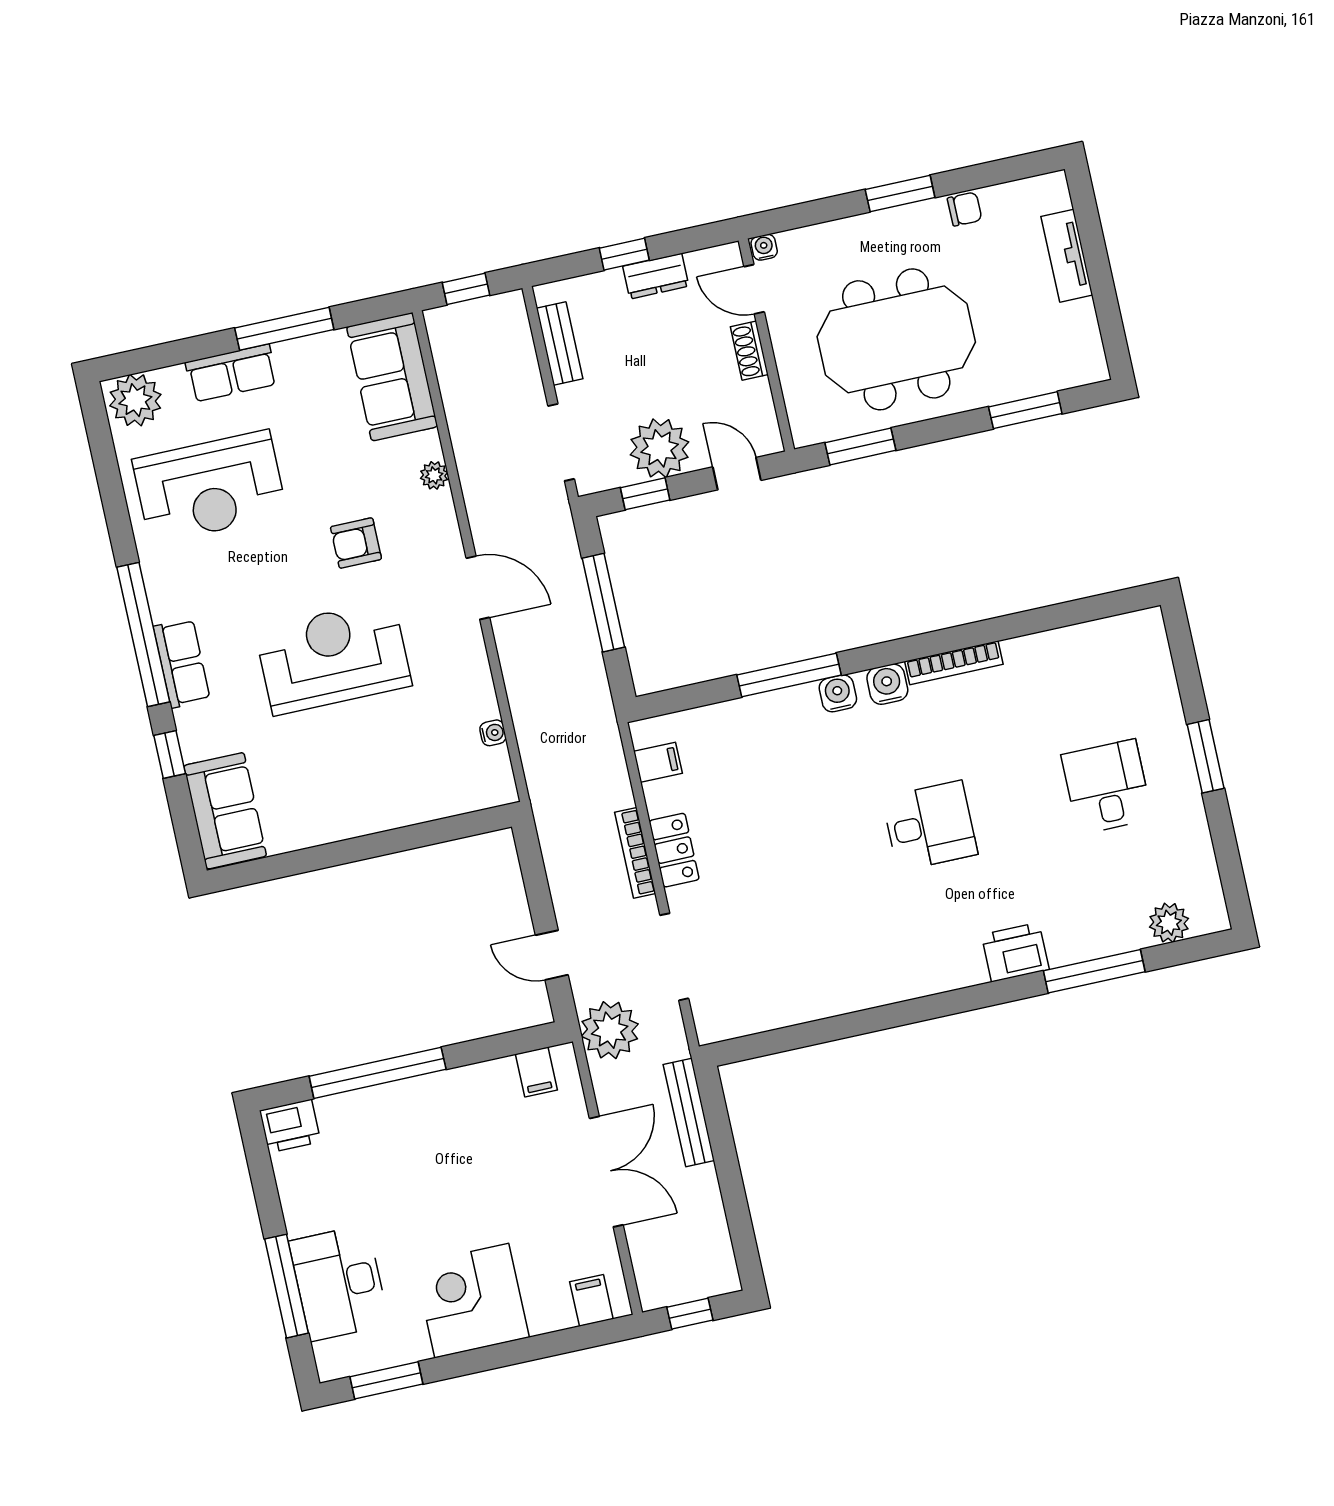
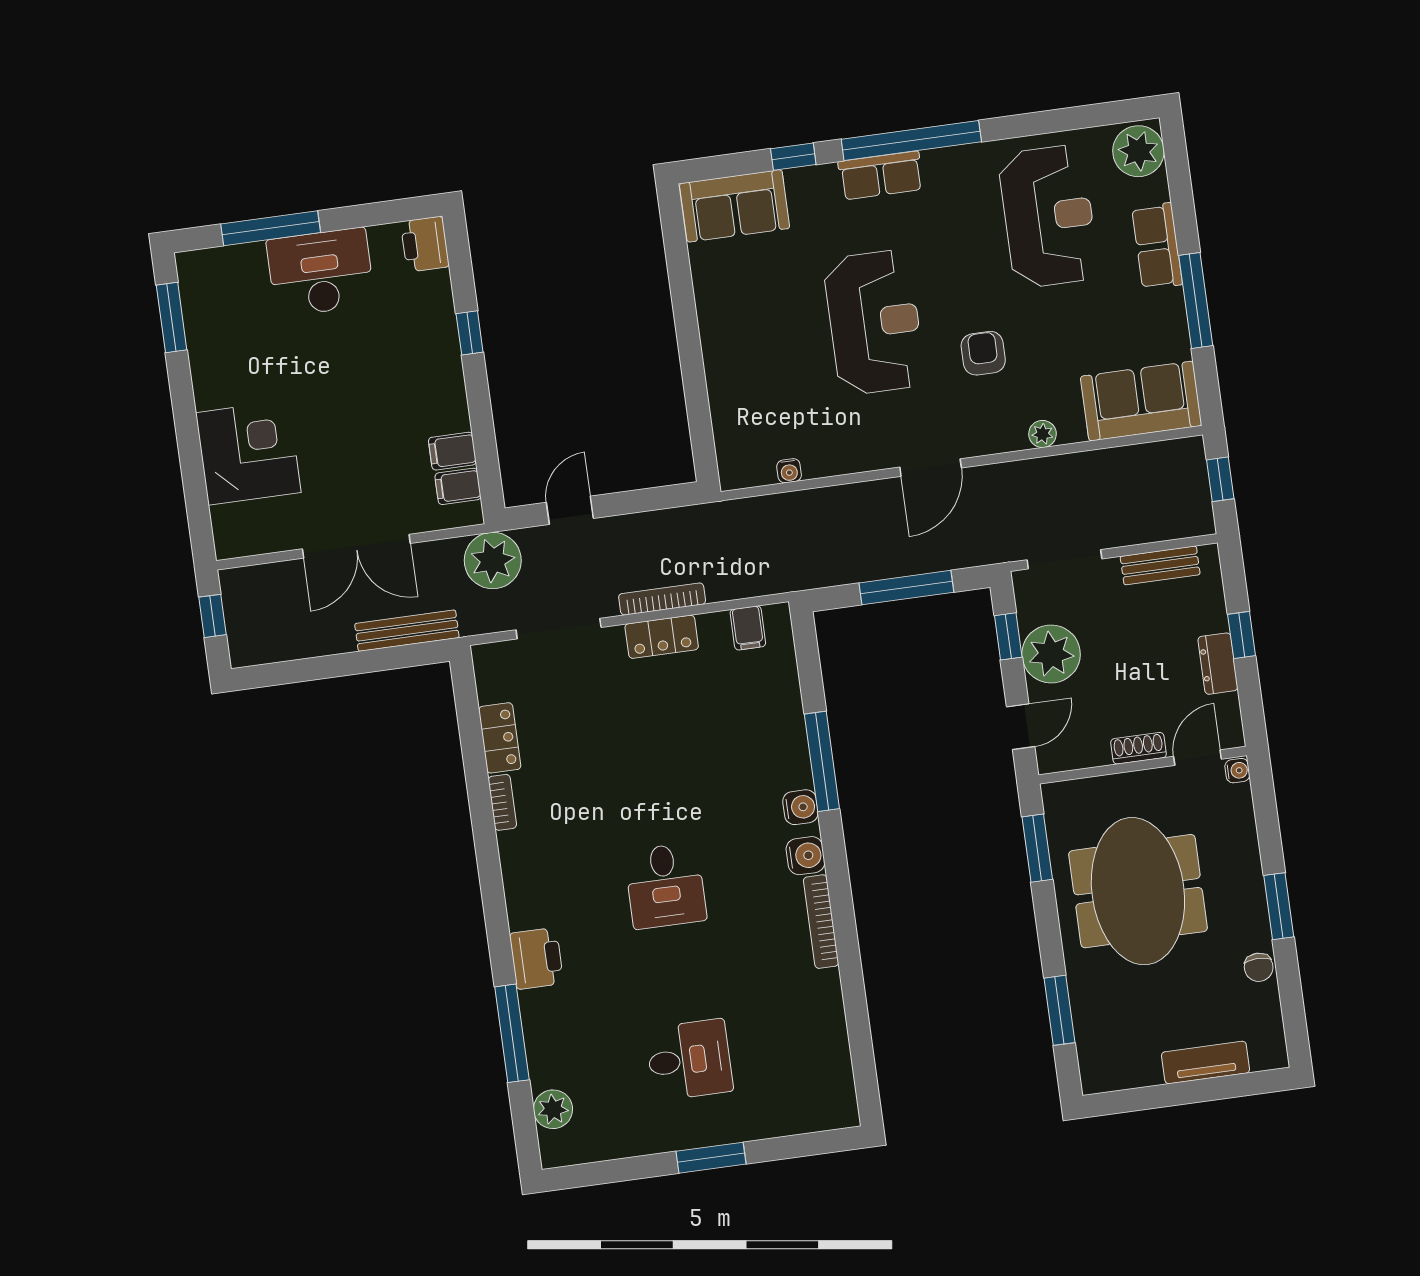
reception desk: (210, 487) -> (1049, 216), turned 180
bookcase: (857, 1000) -> (502, 802), added
locker: (792, 1008) -> (500, 738), added
window: (378, 1073) -> (470, 333), width x0.32
desk: (339, 1283) -> (321, 272), moved
filing cabinet: (591, 1300) -> (452, 451), moved, turned 180
corner desk: (472, 1301) -> (248, 453), moved

